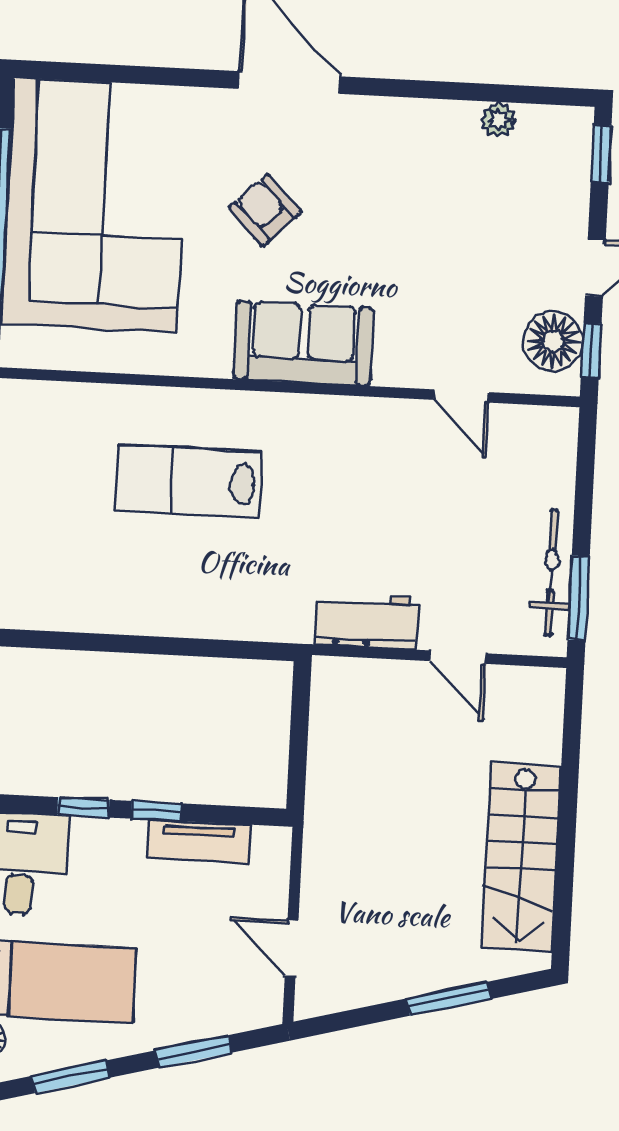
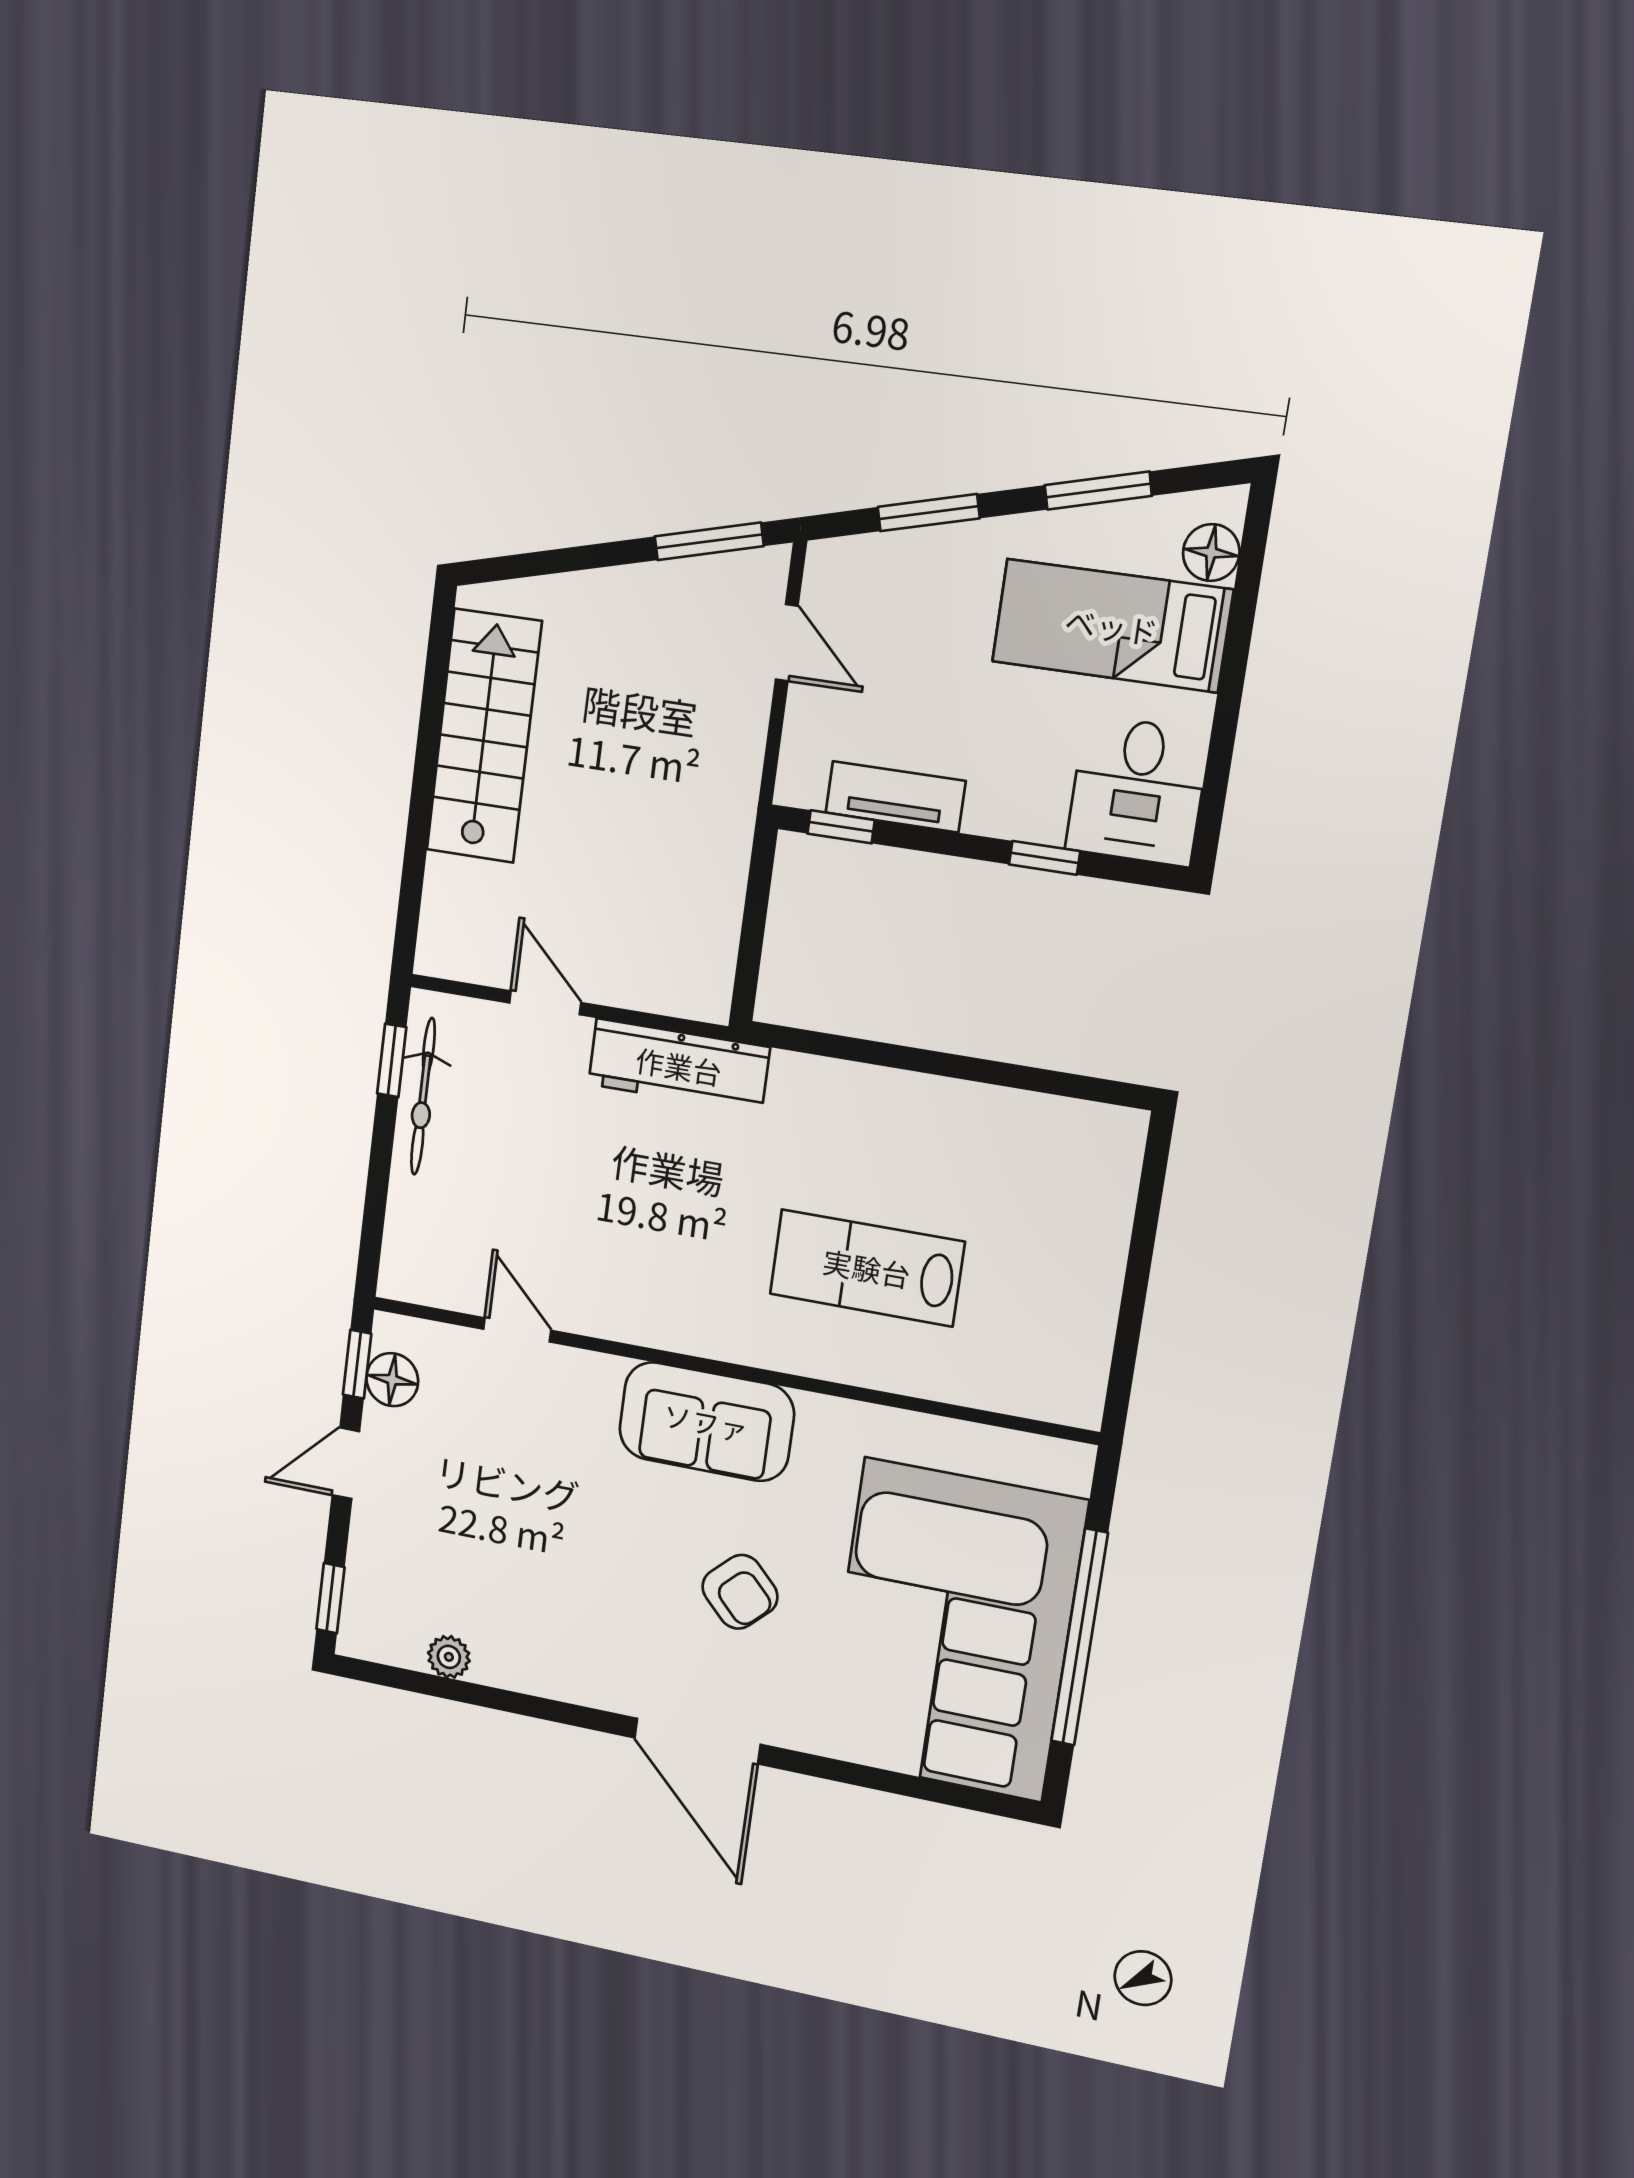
floor lamp: (553, 341) -> (392, 1380), width x0.73, depth x0.73
lab bench: (188, 481) -> (867, 1268), turned 180
window: (579, 598) -> (392, 1060), width x0.67
workbench: (367, 621) -> (679, 1066), width x1.38
window: (156, 811) -> (841, 827), moved
window: (449, 999) -> (709, 541), moved

